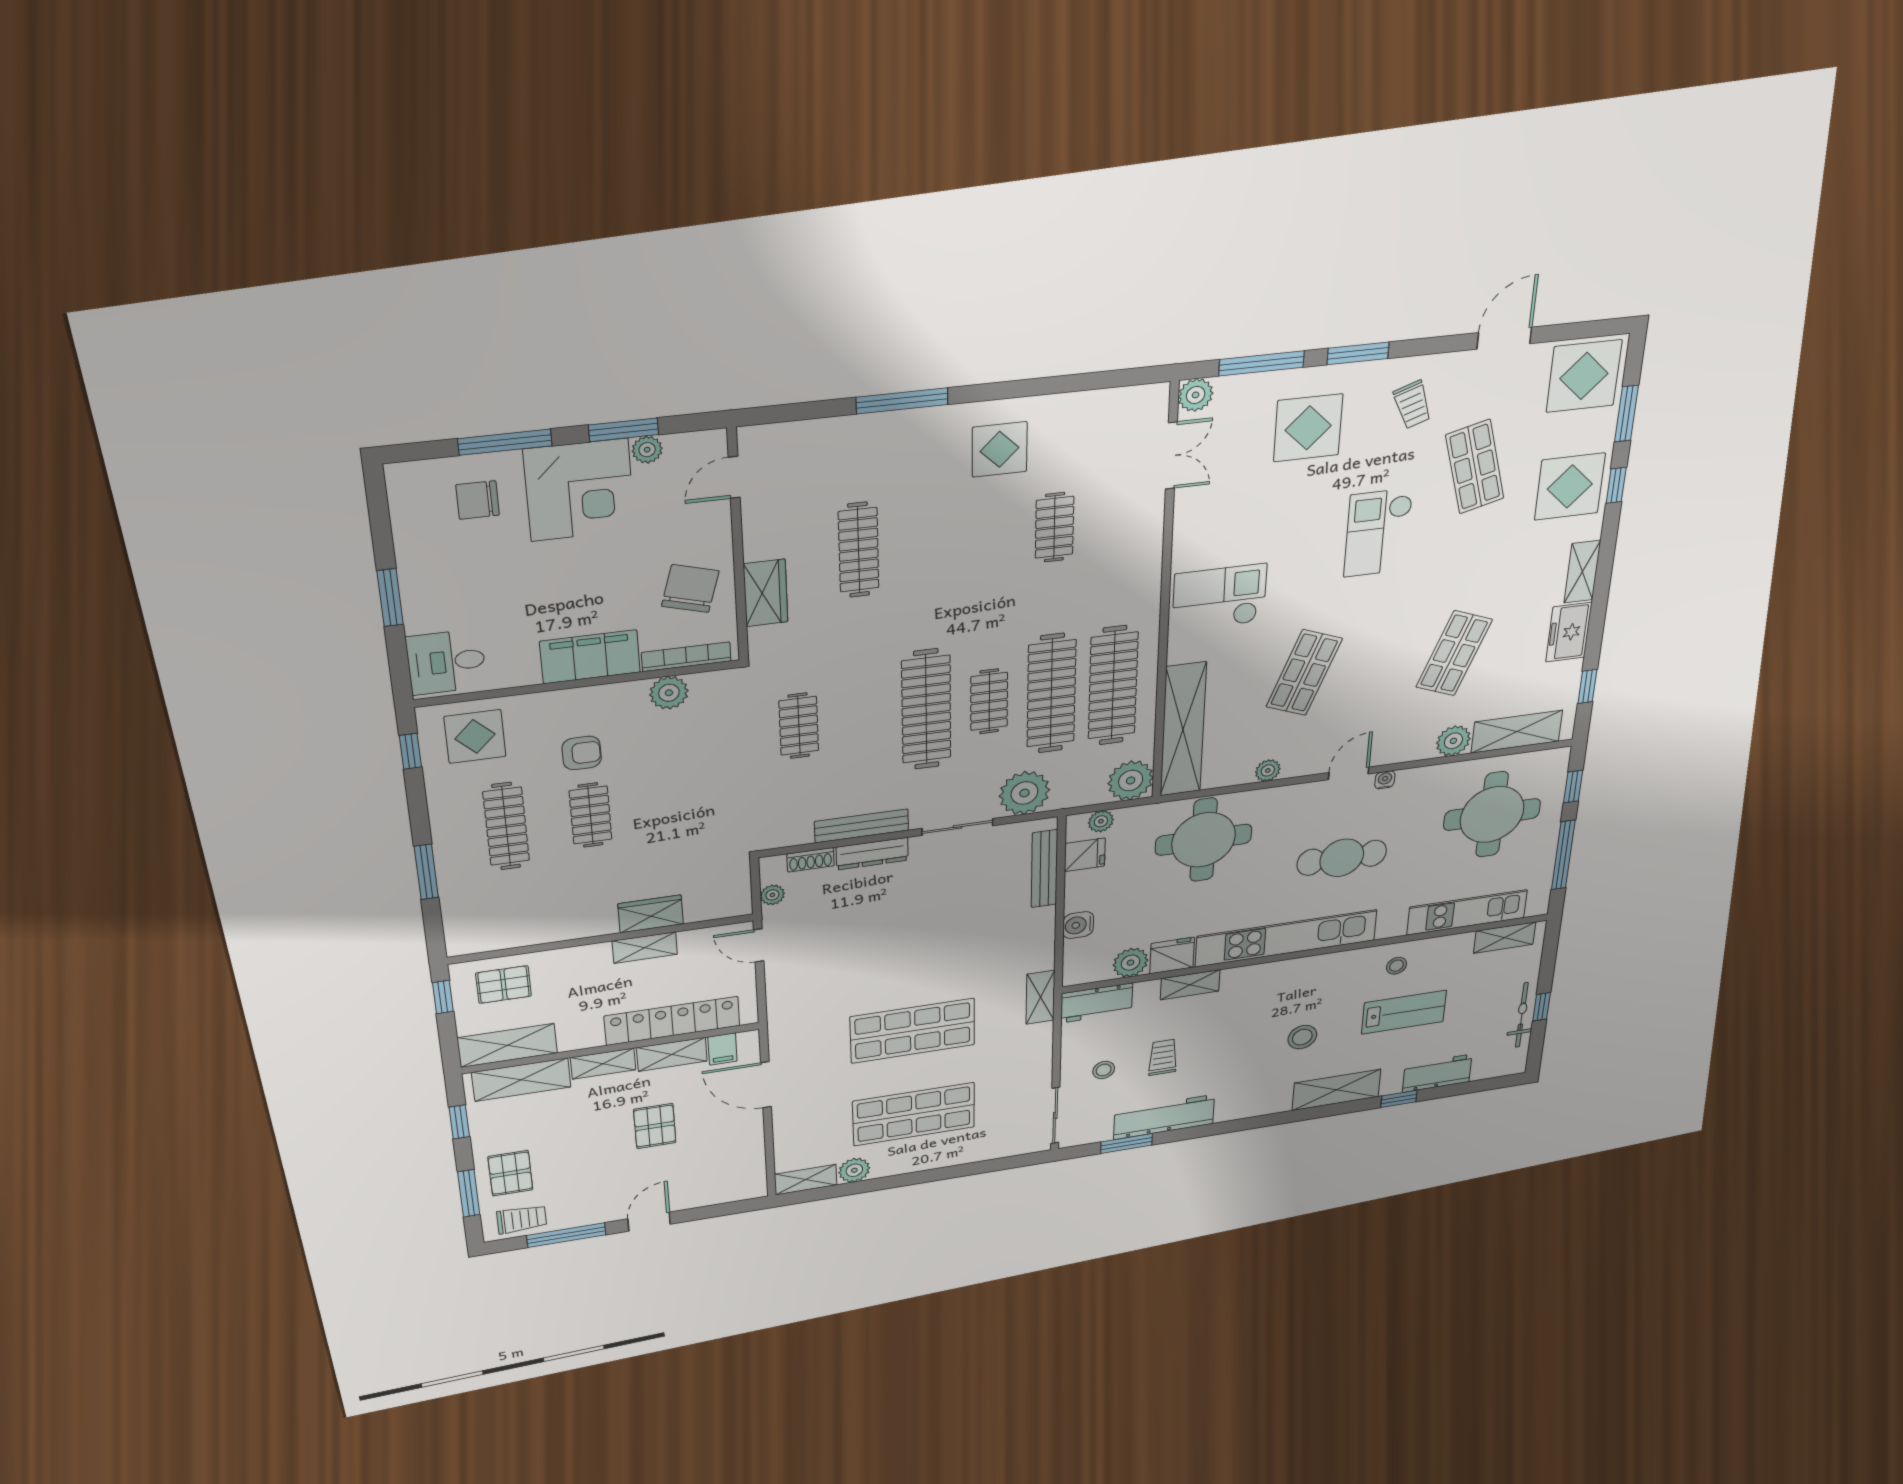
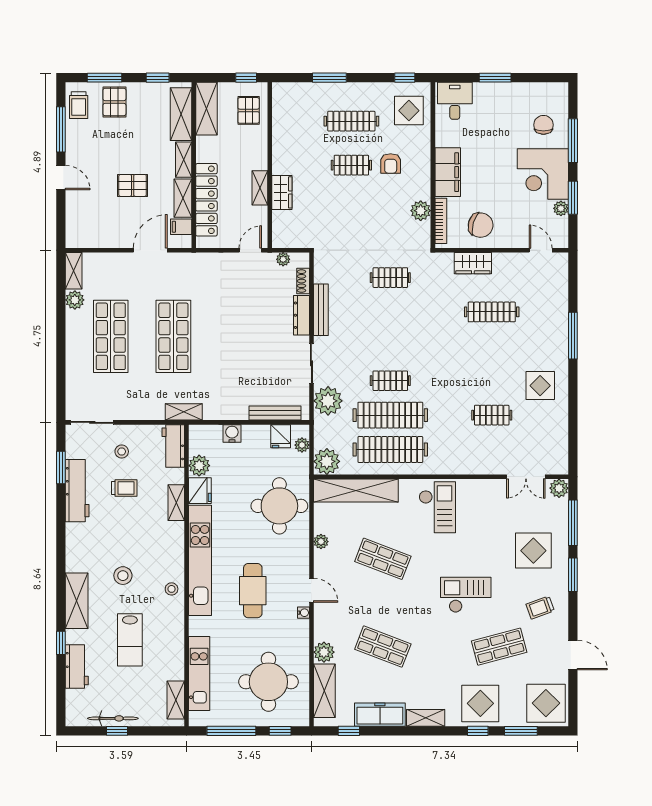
freezer: (1569, 632) -> (380, 715), width x1.40
clothes rail: (926, 709) -> (390, 346), removed
stool: (1397, 966) -> (172, 589), moved
pallet: (510, 1173) -> (114, 102), turned 90

